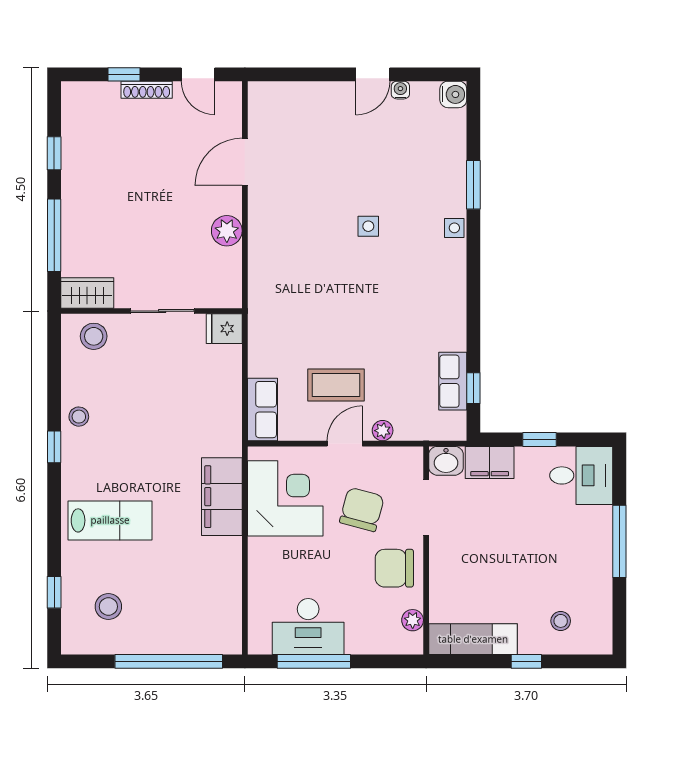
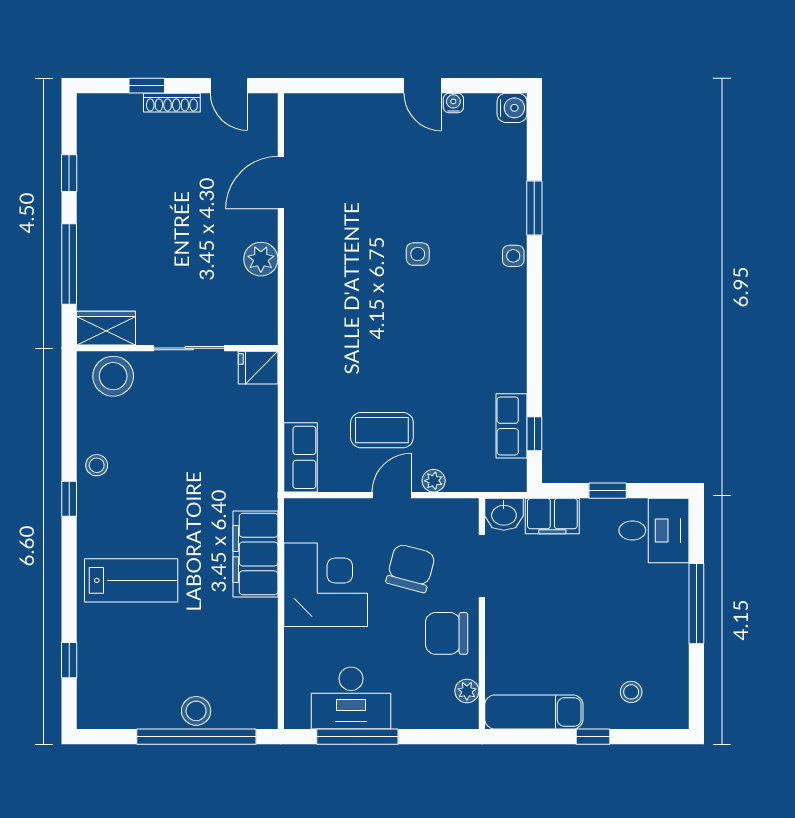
door: (373, 74) -> (423, 86), hinge flipped
stool: (94, 336) -> (113, 376), width x1.38, depth x1.38
corner desk: (285, 498) -> (326, 585), moved
stool: (108, 607) -> (196, 711), moved

